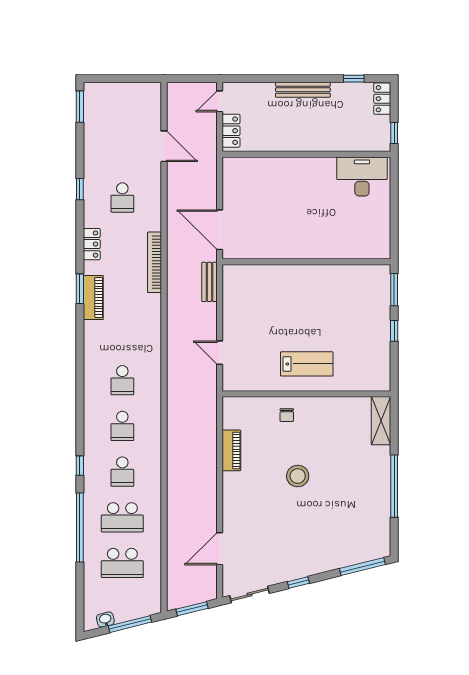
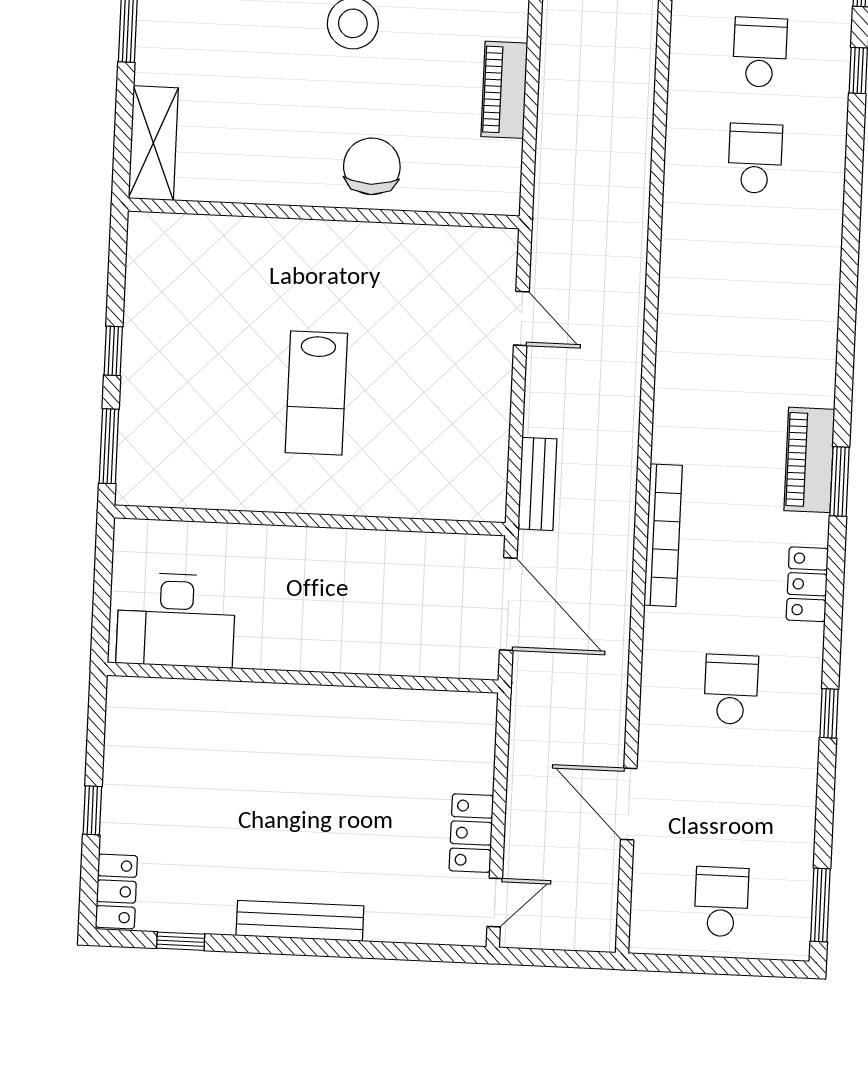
wall: (306, 154) -> (303, 678), moved
desk: (362, 176) -> (176, 620), moved
lab bench: (307, 364) -> (316, 393), moved, turned -90
school desk: (122, 380) -> (721, 902), moved
chair: (287, 415) -> (372, 166), width x1.87, depth x1.87

